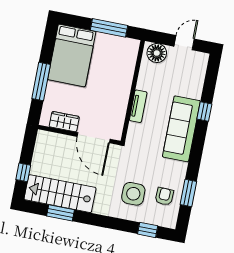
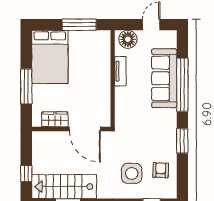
tv unit: (138, 106) -> (120, 71), moved
window: (204, 112) -> (182, 85), width x3.17
sofa: (181, 129) -> (164, 78), moved
window: (188, 193) -> (182, 141), moved

